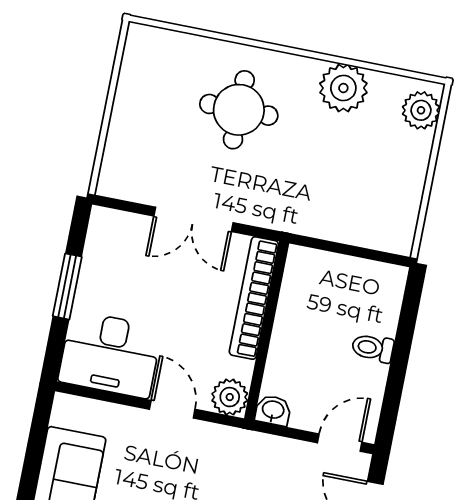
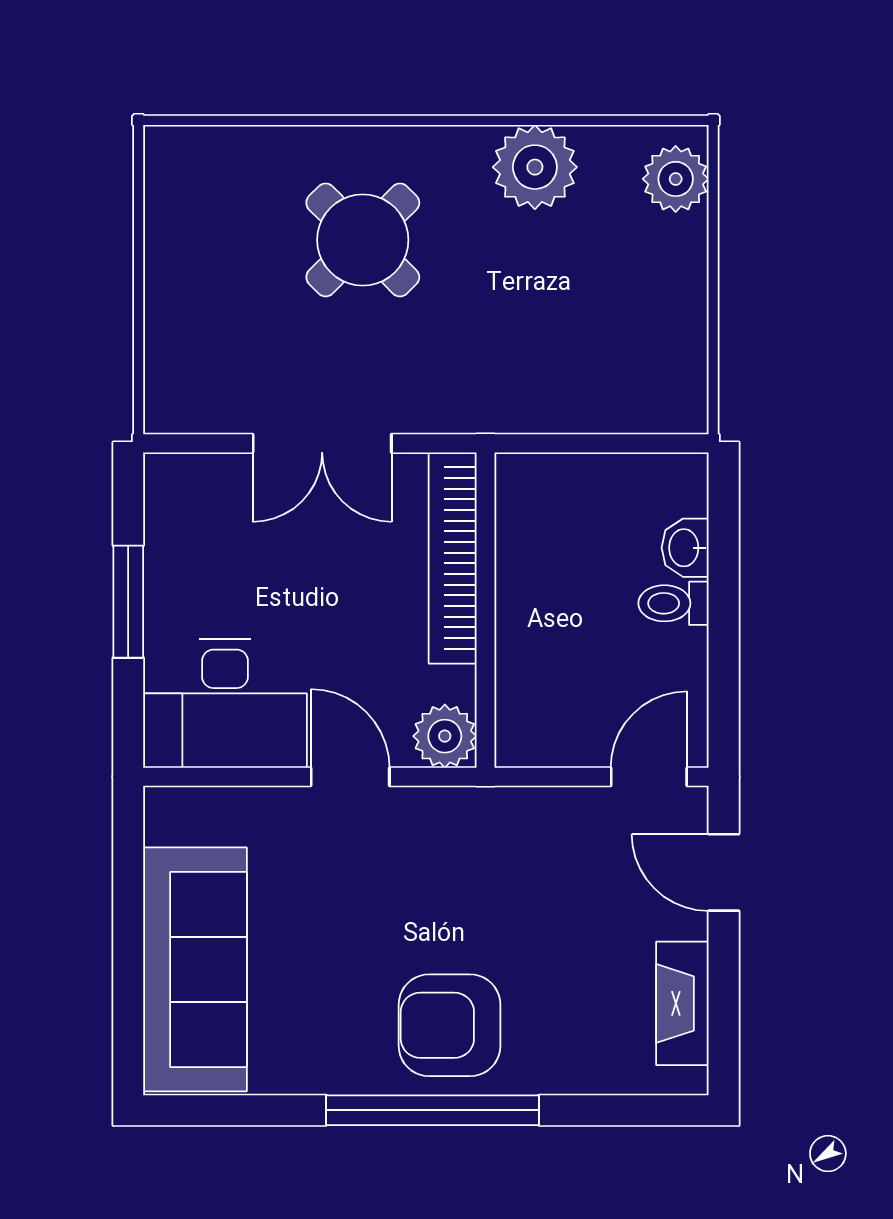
round table: (239, 110) -> (363, 240), turned 45
washbasin: (273, 410) -> (685, 548), moved, turned -90

